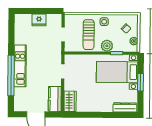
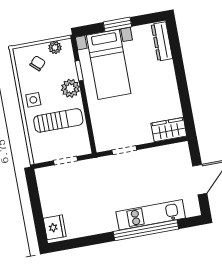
fridge: (39, 20) -> (55, 227), moved
kitchen unit: (20, 66) -> (151, 215), moved
kitchen counter: (55, 99) -> (170, 154), removed

